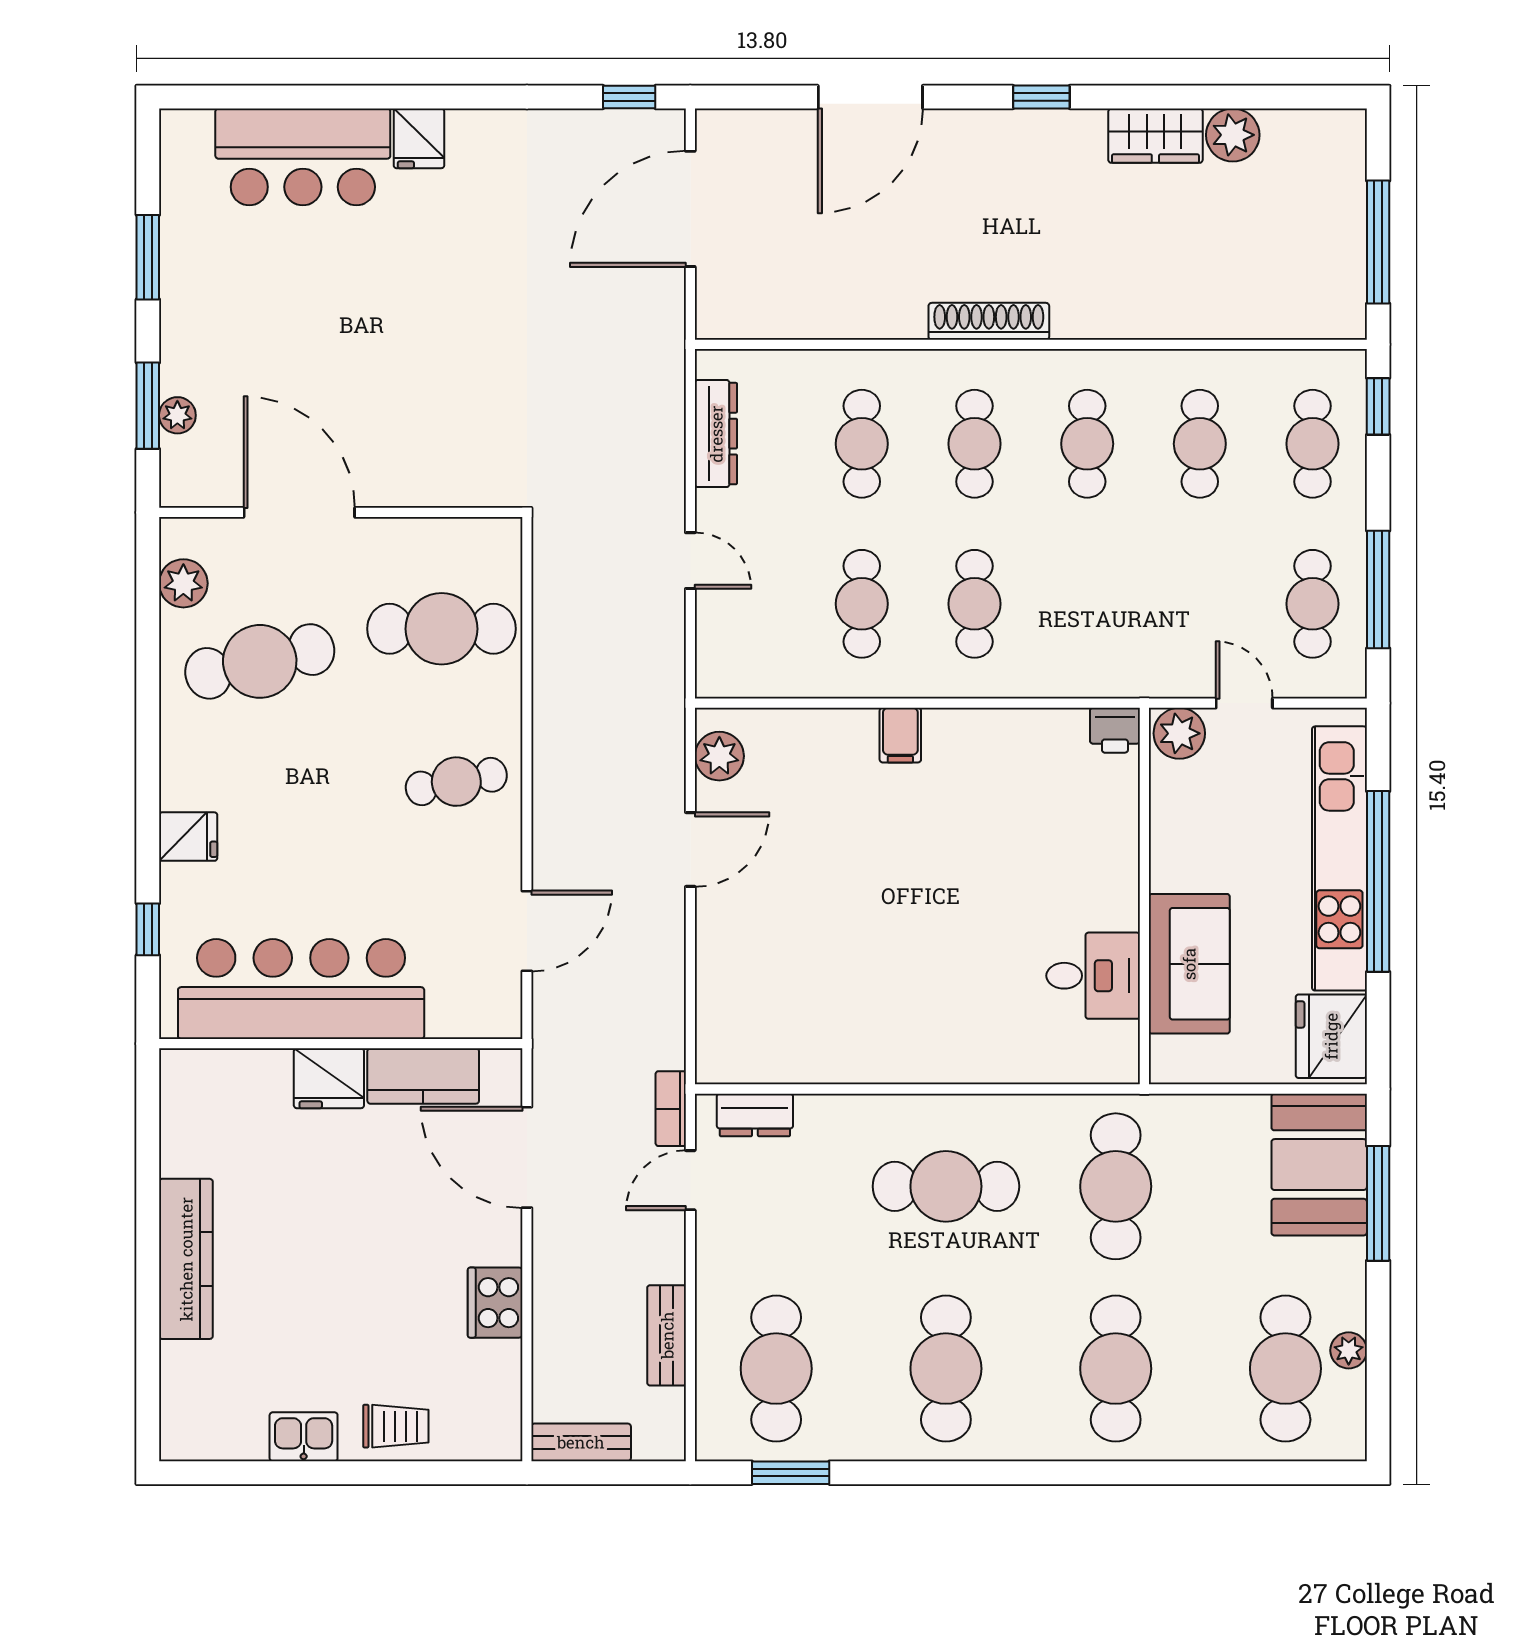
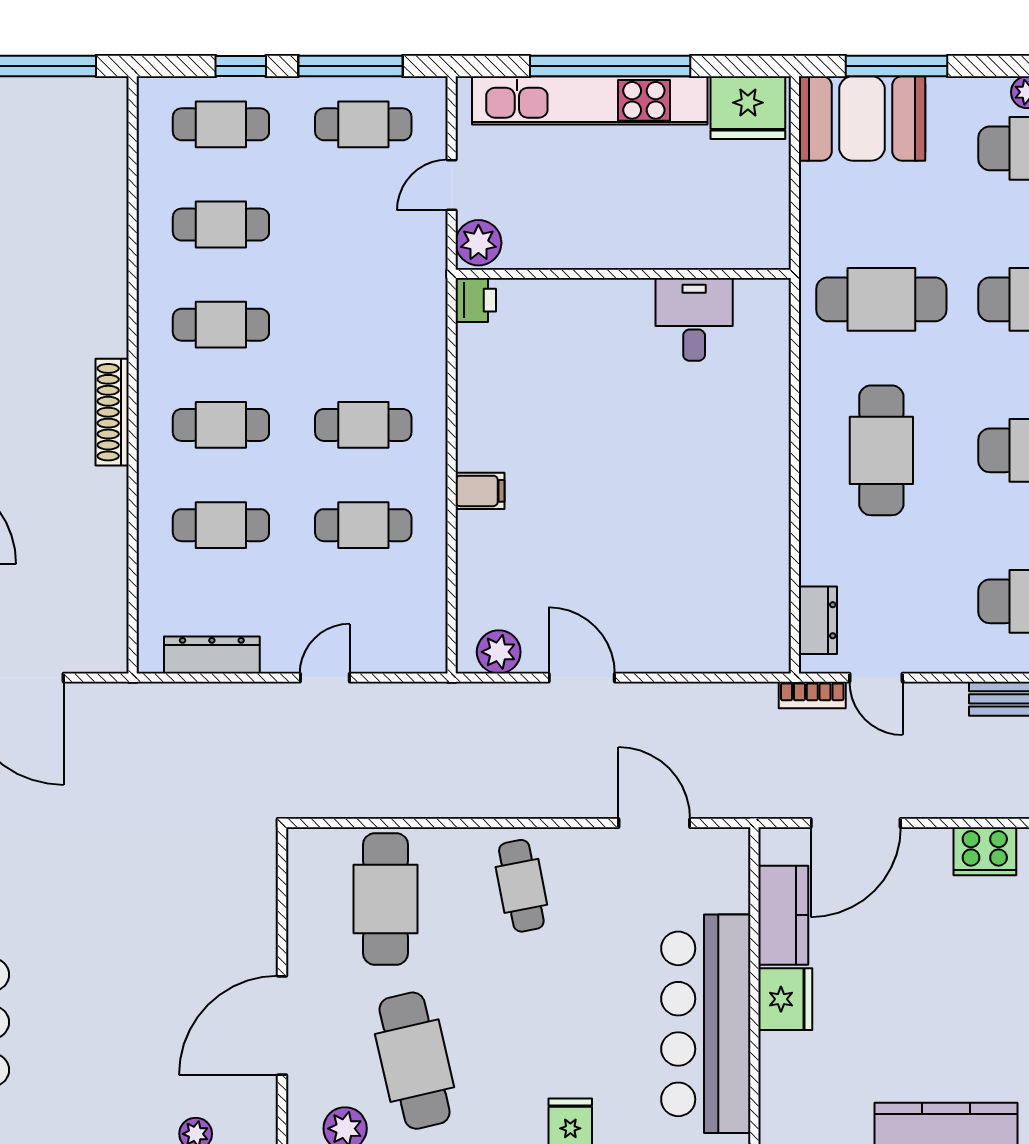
window: (1378, 406) -> (241, 66), moved
sofa: (1189, 964) -> (683, 234), removed

